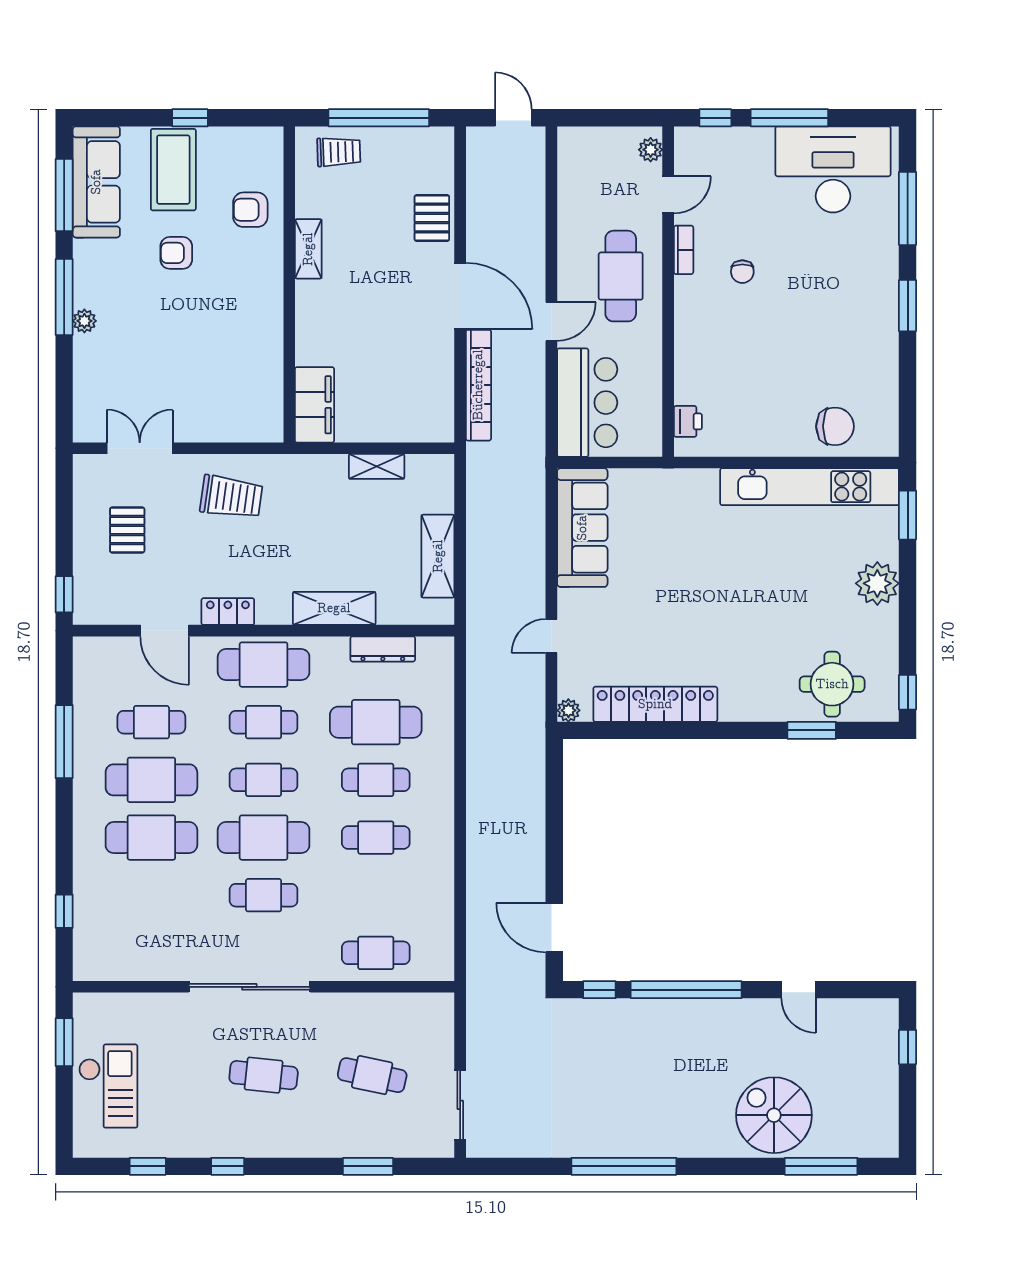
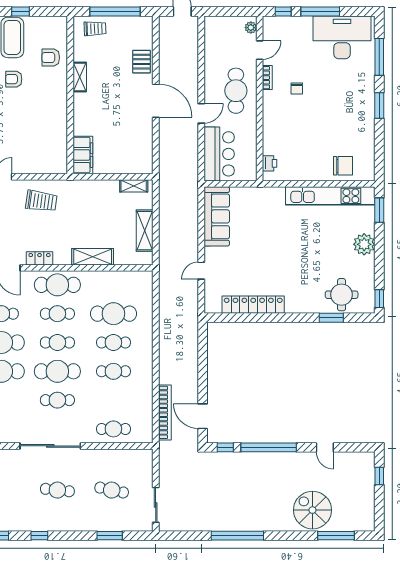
bookcase: (478, 385) -> (165, 412), moved
shelving: (377, 466) -> (134, 186), moved
dresser: (383, 649) -> (117, 277), removed
plant: (568, 710) -> (210, 308), removed

